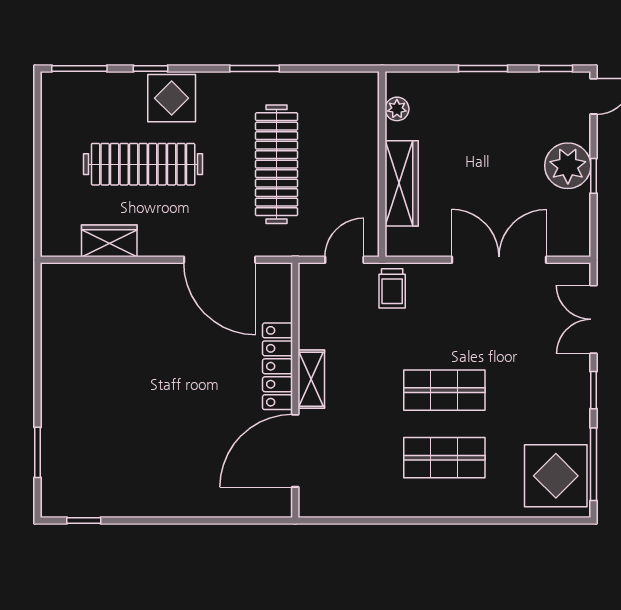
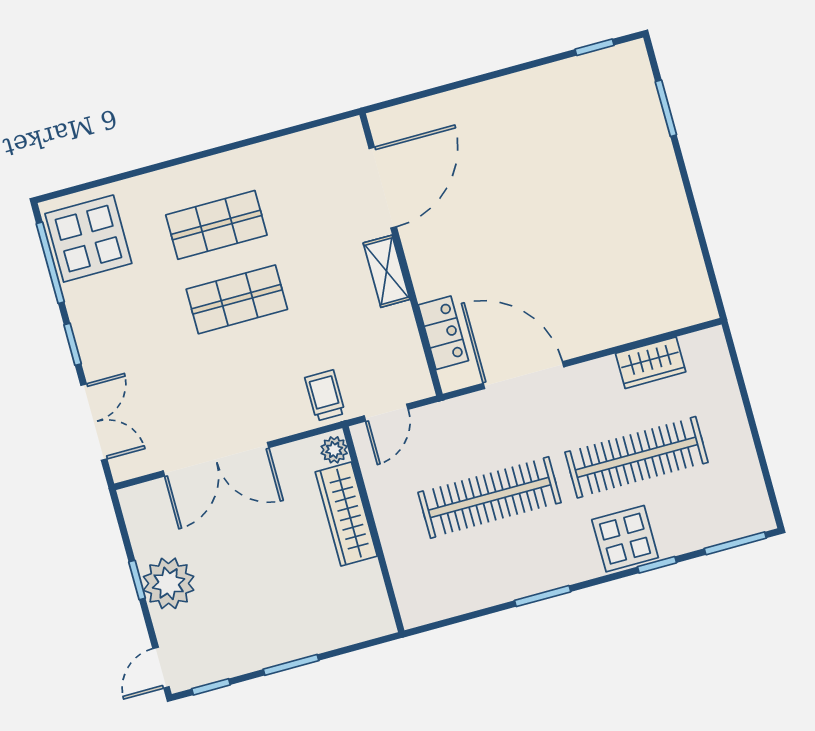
plant: (397, 109) -> (334, 450), moved
clothes rail: (277, 164) -> (490, 497), turned 90
locker: (278, 366) -> (443, 333), moved, width x0.66

